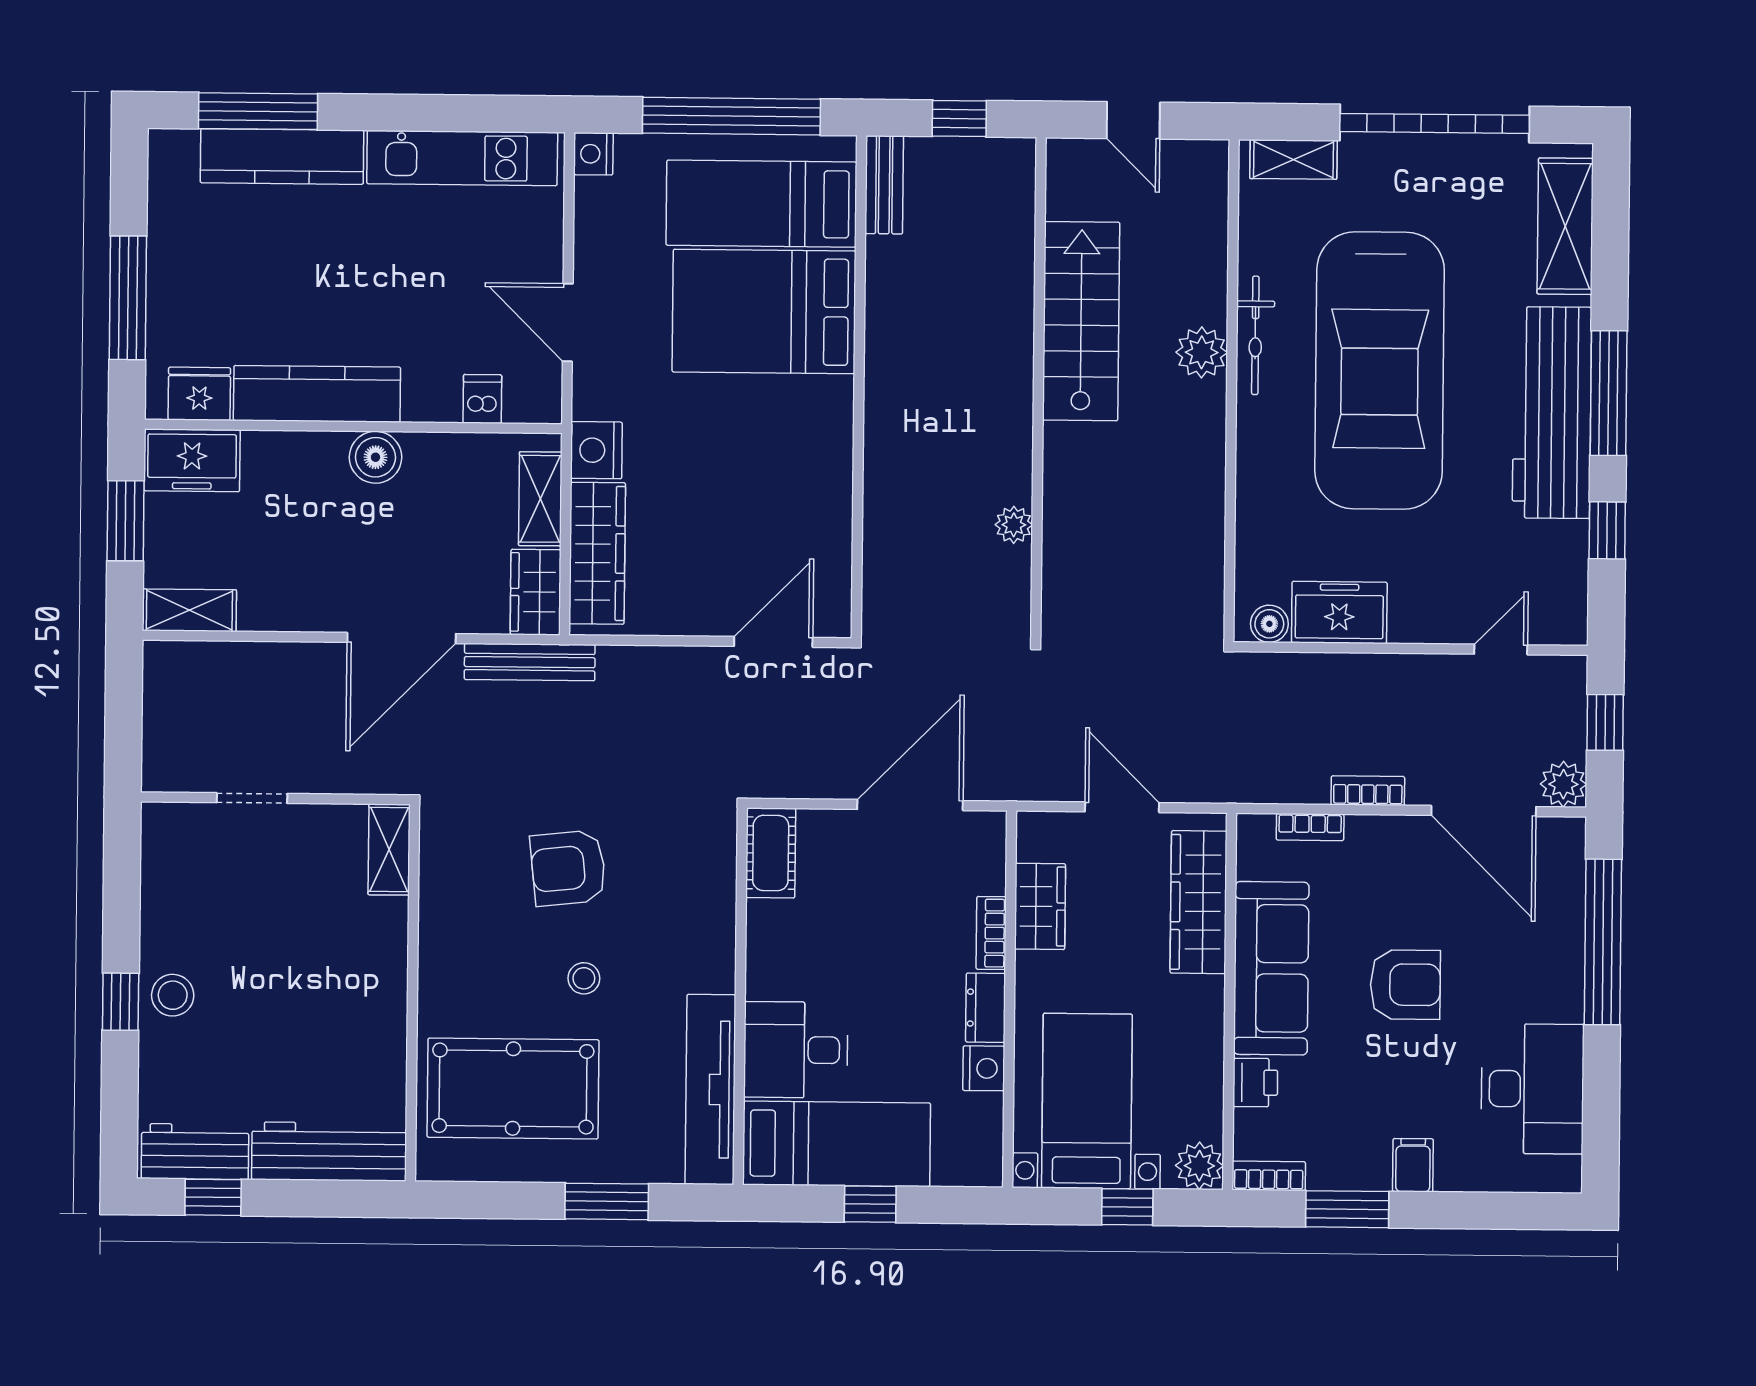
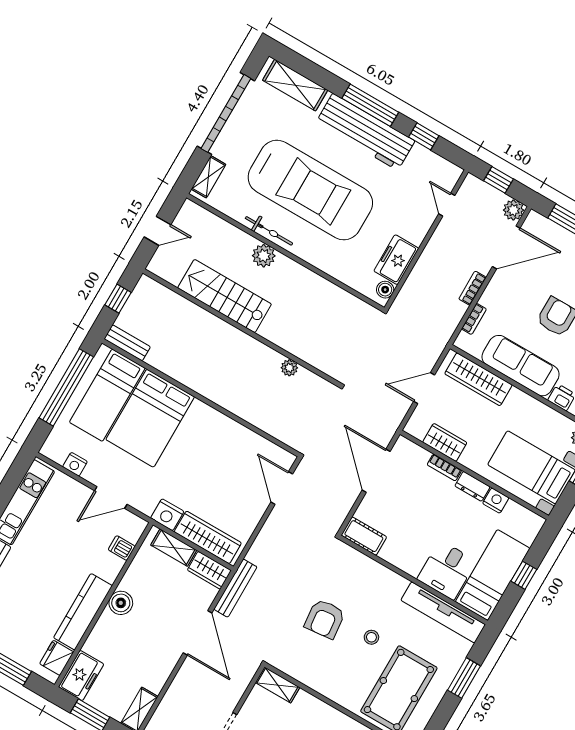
nightstand: (593, 154) -> (75, 464), moved

